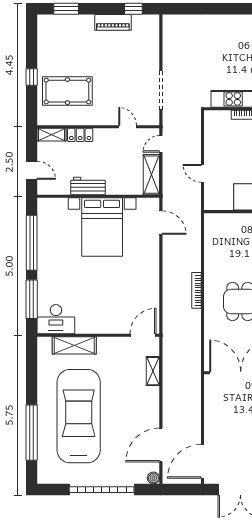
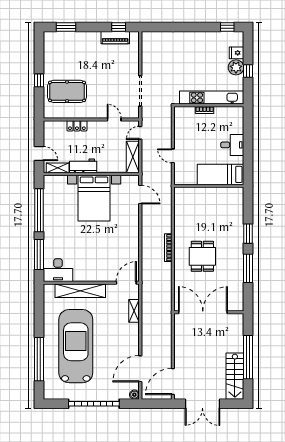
piano: (113, 22) -> (115, 38), moved
shelving: (51, 135) -> (58, 168), moved
shelving: (74, 345) -> (80, 291), width x1.47

